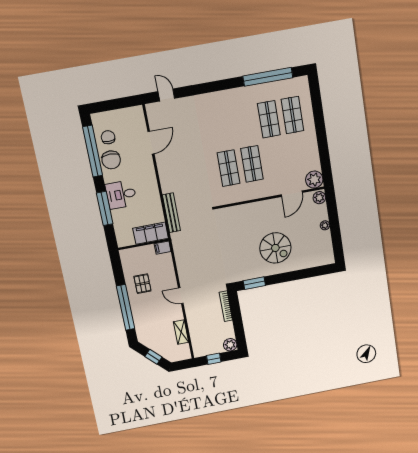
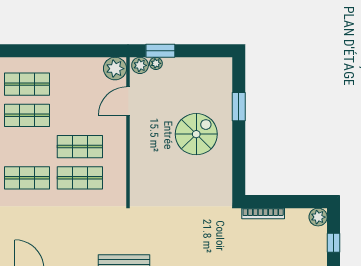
shop shelf: (221, 128) -> (27, 178), added
door: (292, 194) -> (128, 101), swing flipped
window: (332, 211) -> (160, 51), added
plant: (325, 225) -> (156, 63), moved
window: (254, 283) -> (239, 107), moved

